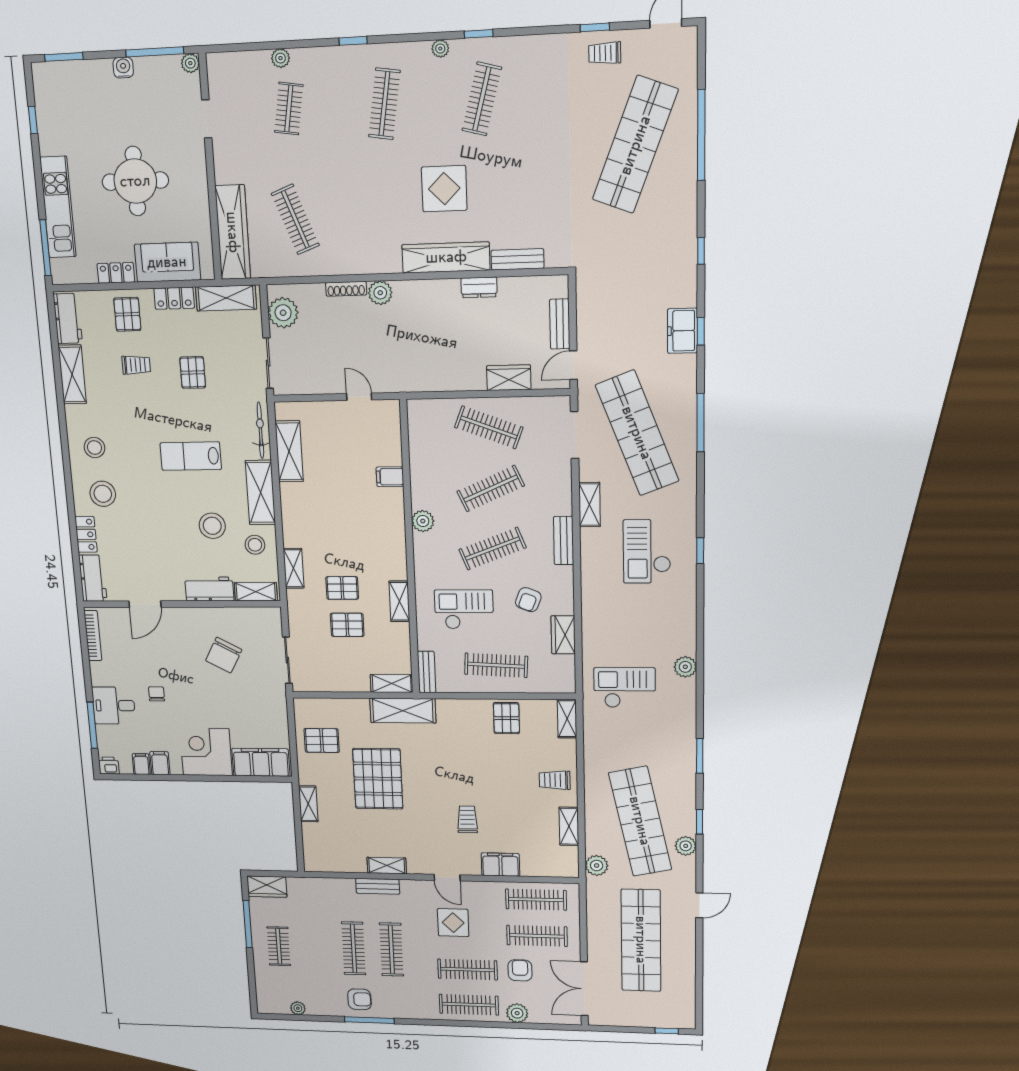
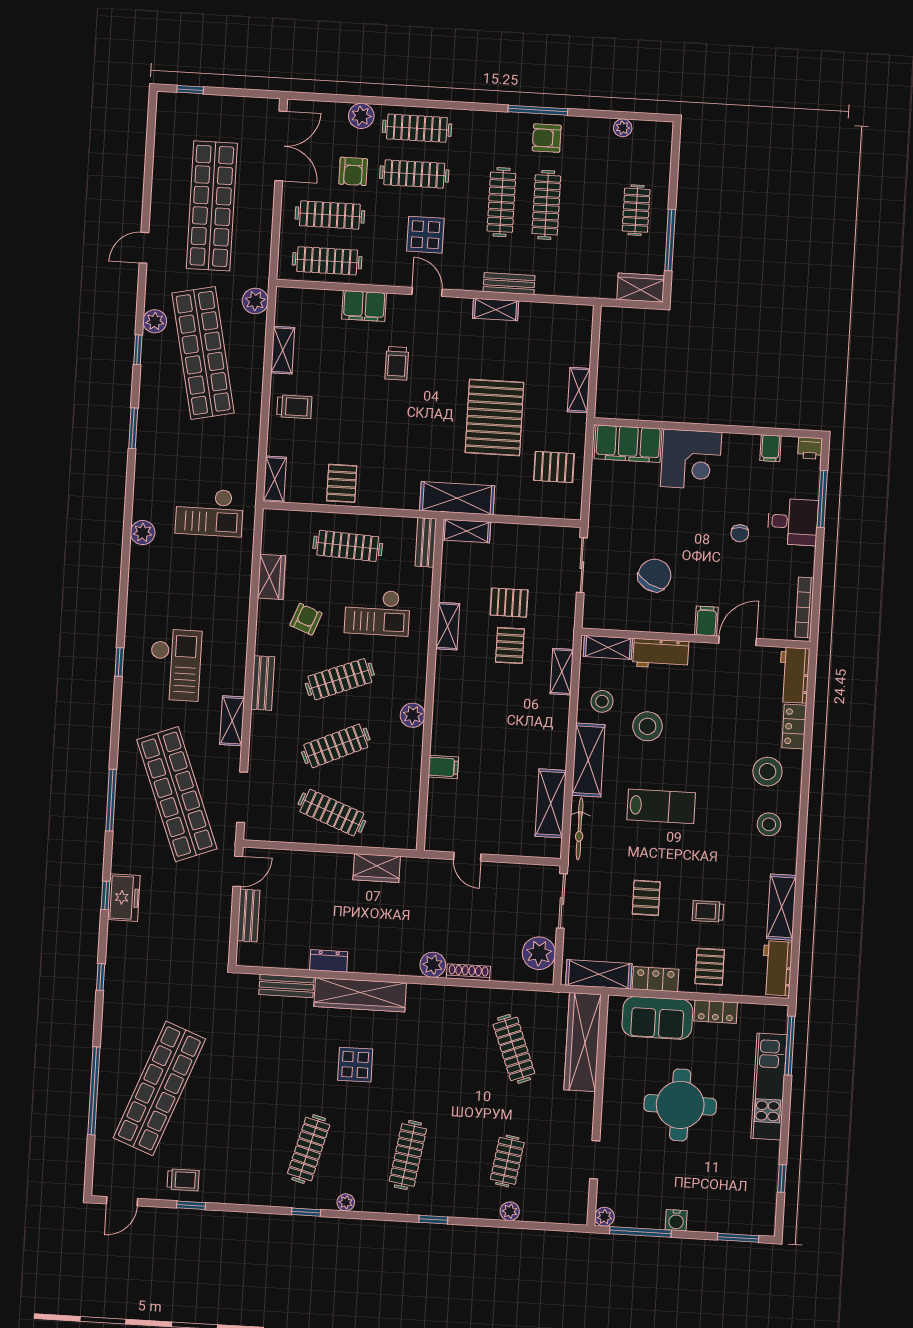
display table: (444, 189) -> (355, 1065), width x0.73, depth x0.73
wardrobe: (509, 378) -> (377, 868), moved
pallet: (342, 588) -> (510, 646), turned 90
filing cabinet: (160, 763) -> (706, 621), moved, turned 180

